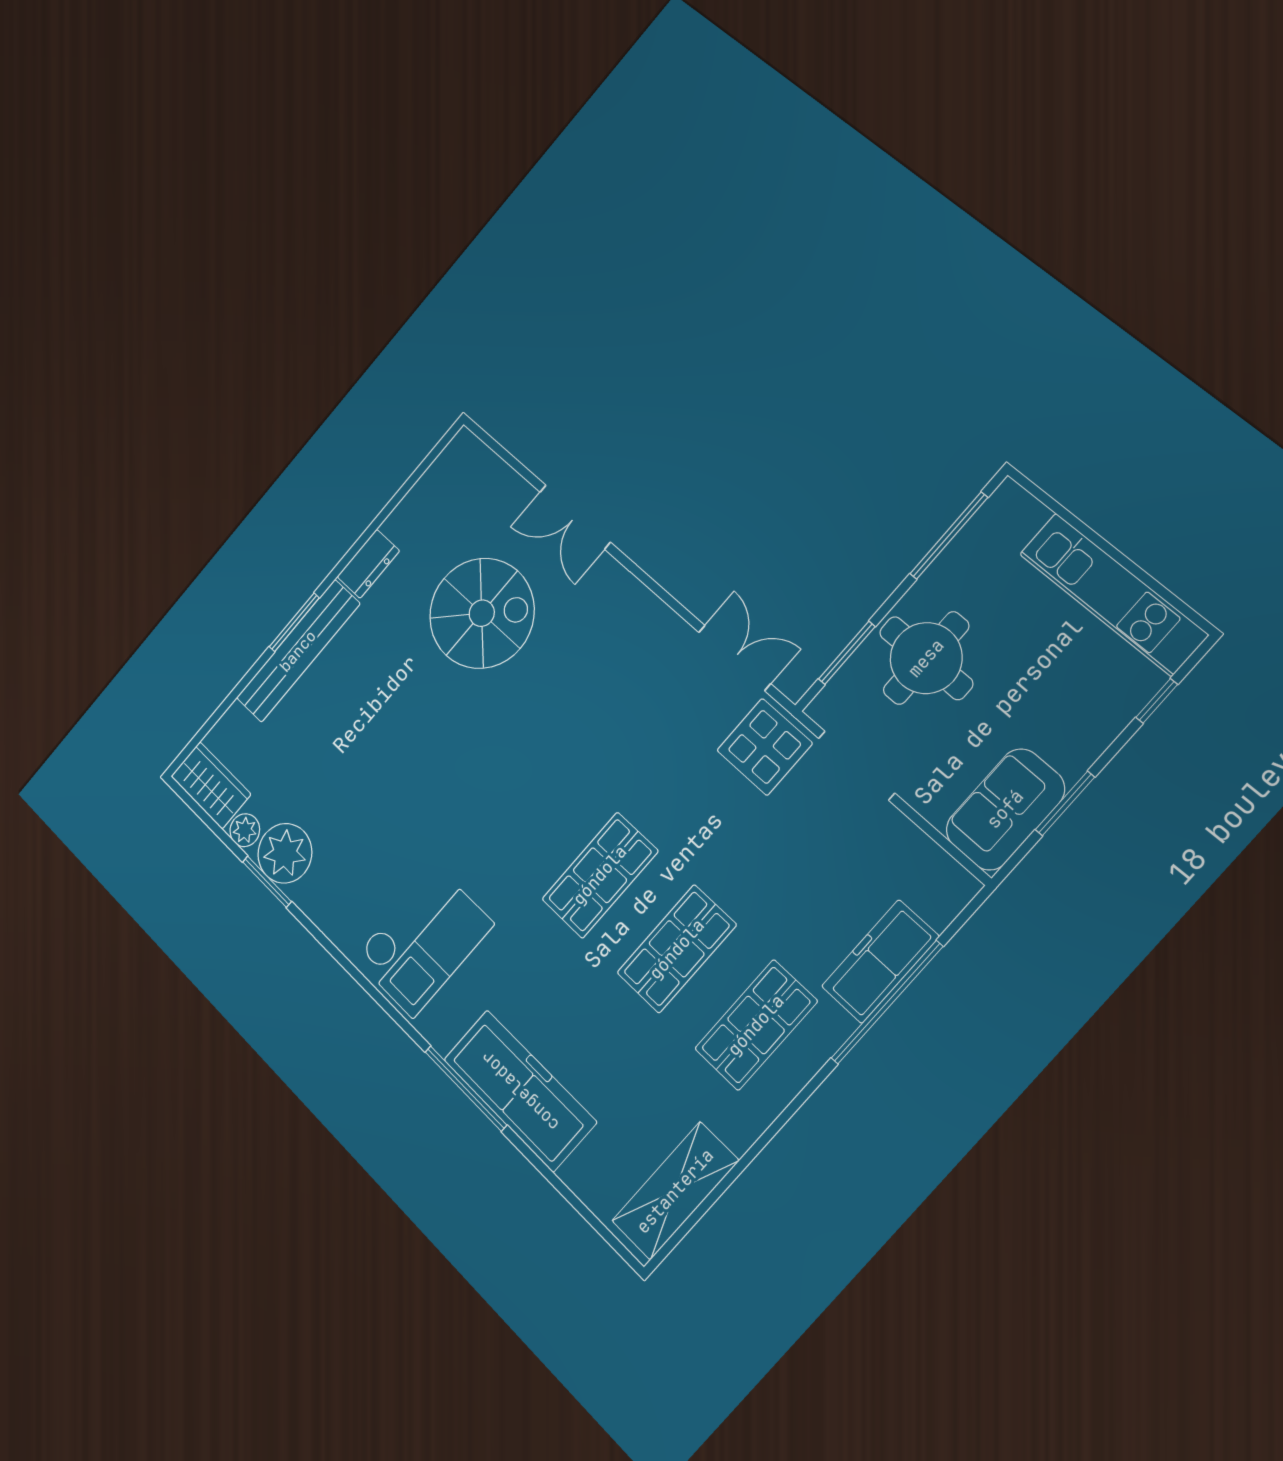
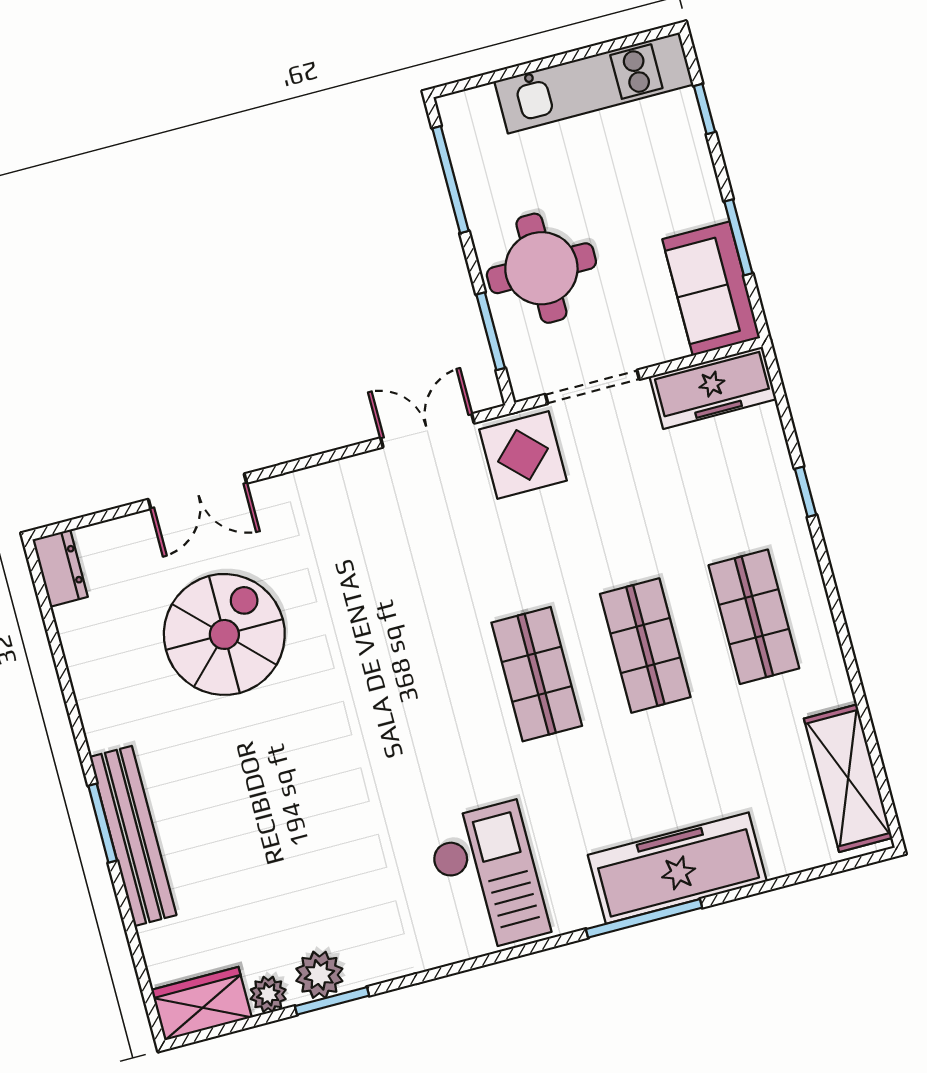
dresser: (368, 564) -> (60, 568), moved
plant: (285, 853) -> (319, 975), width x0.73, depth x0.73
freezer: (880, 961) -> (713, 388), moved, turned -90
window: (887, 1002) -> (806, 492), width x0.32

